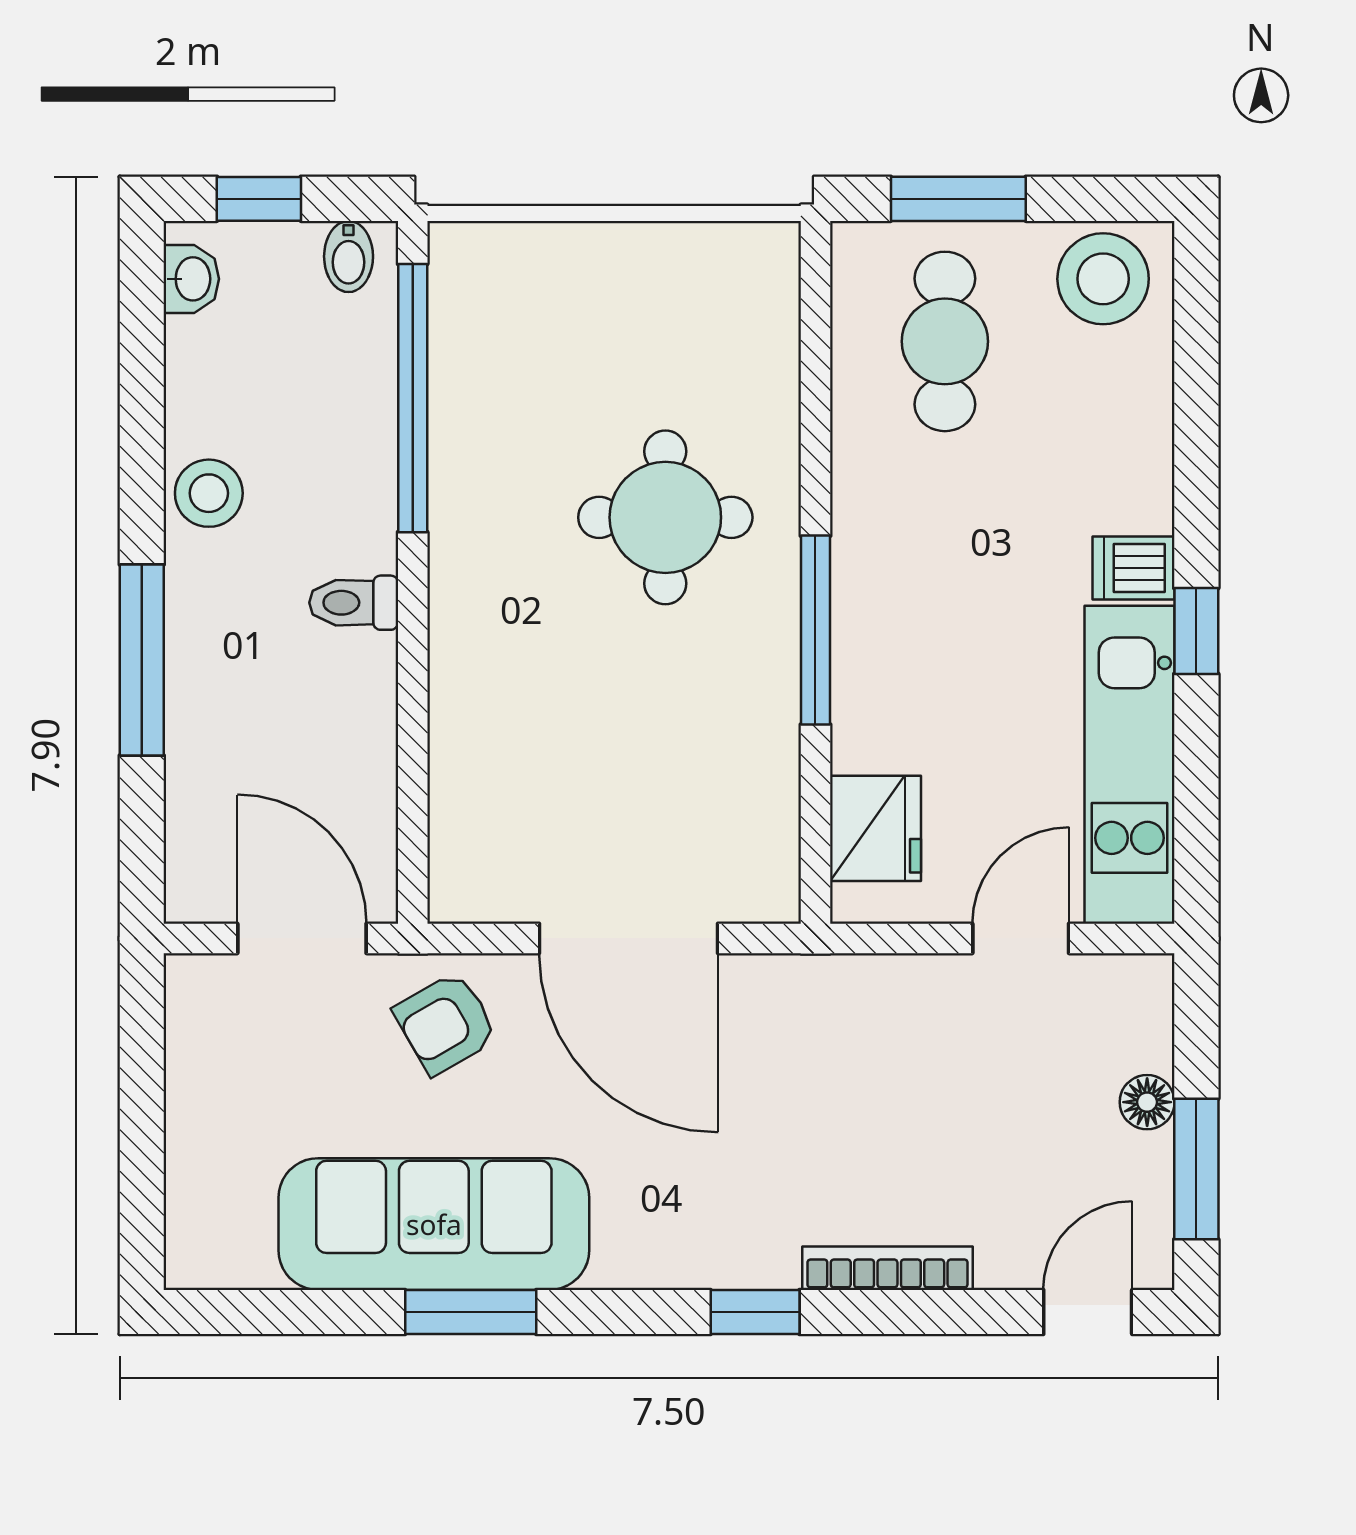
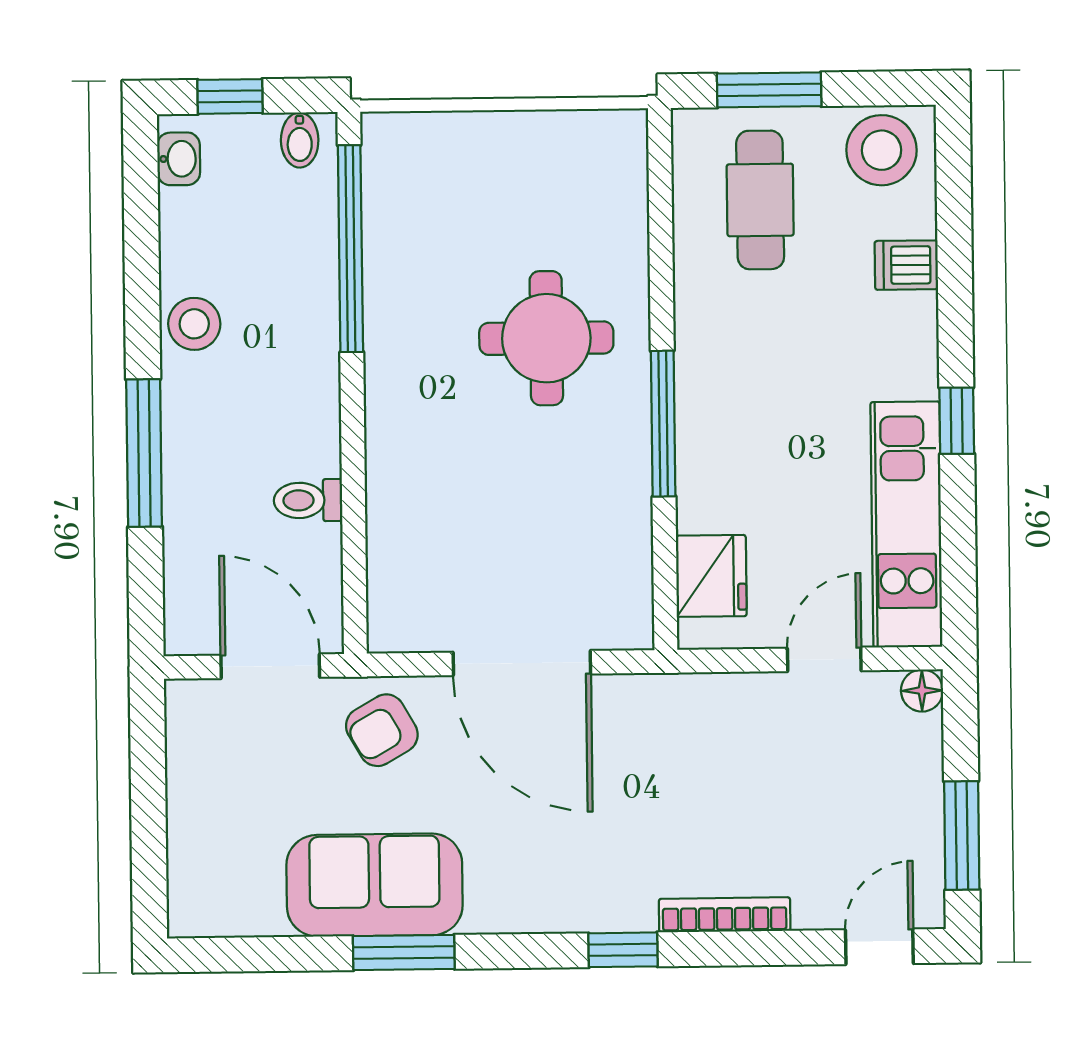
dishwasher: (1133, 568) -> (906, 265), moved
toilet: (354, 603) -> (308, 500), moved
floor lamp: (1147, 1102) -> (922, 691), moved
sofa: (434, 1224) -> (375, 885), width x0.73

